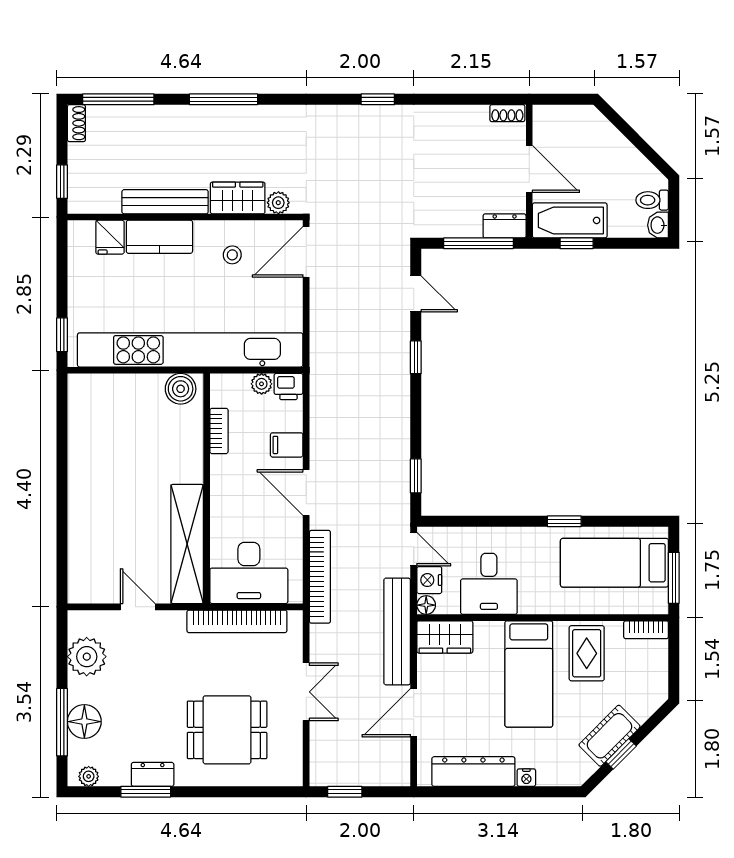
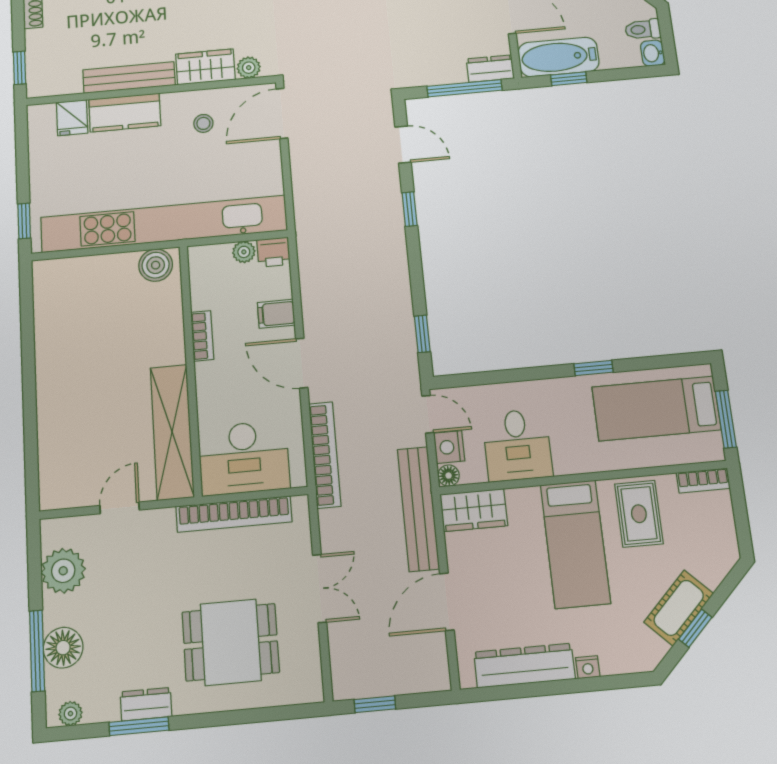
bookcase: (219, 431) -> (202, 336), moved
door: (138, 607) -> (120, 508), hinge flipped

